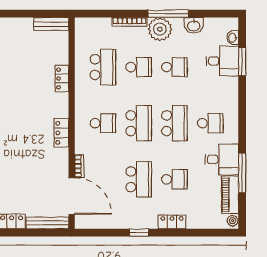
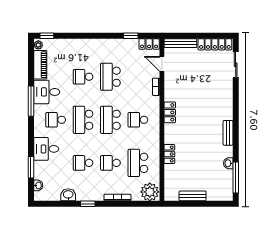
window: (168, 14) -> (88, 204), width x0.46
bench: (51, 24) -> (193, 196), moved
plant: (160, 29) -> (150, 192), moved
desk: (222, 61) -> (46, 149), moved
window: (242, 173) -> (31, 101), moved
door: (72, 196) -> (162, 64), width x0.53
locker: (172, 222) -> (149, 44), moved
window: (139, 233) -> (131, 36), moved
window: (222, 233) -> (47, 36), added

